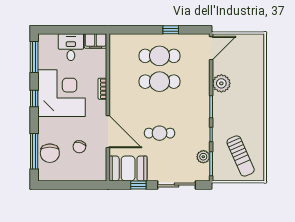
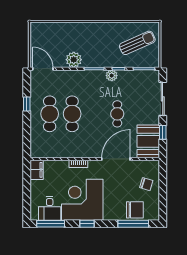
desk: (71, 47) -> (50, 208), moved, turned -90
chair: (79, 147) -> (146, 184), moved
plant: (203, 157) -> (112, 76), moved

